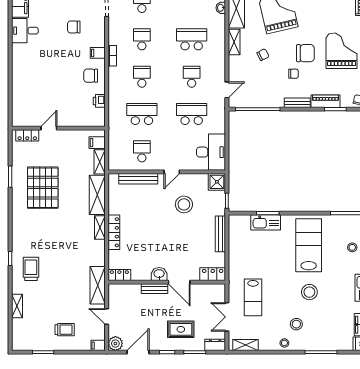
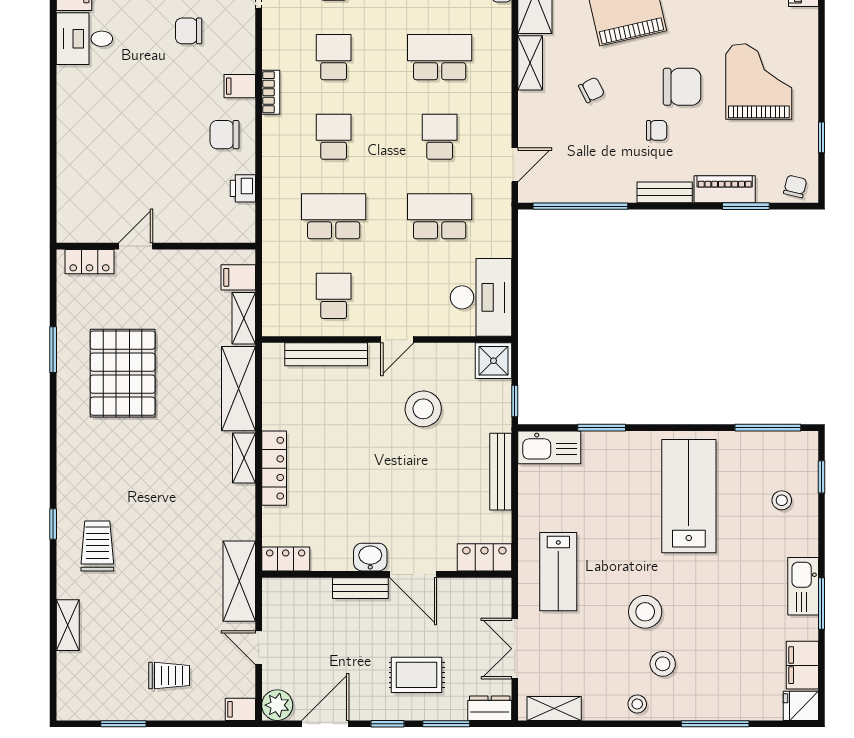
kitchen sink: (266, 222) -> (549, 447), moved
stool: (309, 292) -> (645, 612), moved
lab bench: (253, 297) -> (558, 572), moved

